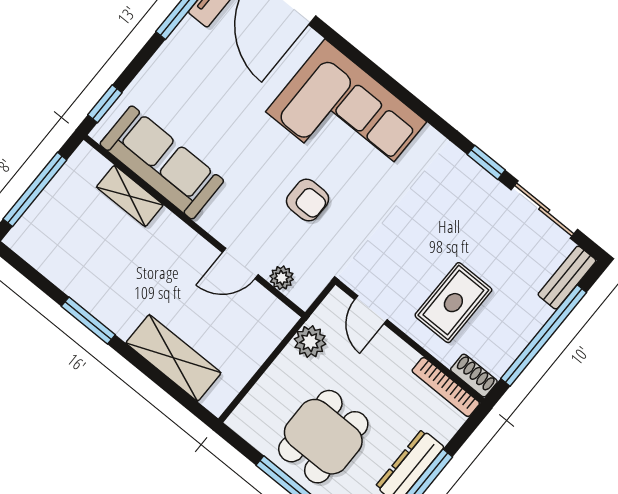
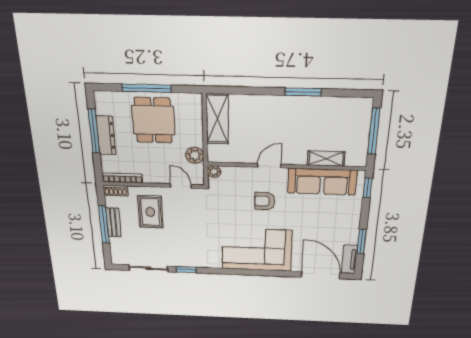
armchair: (308, 200) -> (265, 201), moved
door: (240, 264) -> (269, 166), moved
plant: (282, 278) -> (214, 172), moved
bench: (567, 278) -> (113, 222), moved
window: (544, 336) -> (104, 224), width x0.68
shelving: (173, 358) -> (217, 119), moved, turned 90

